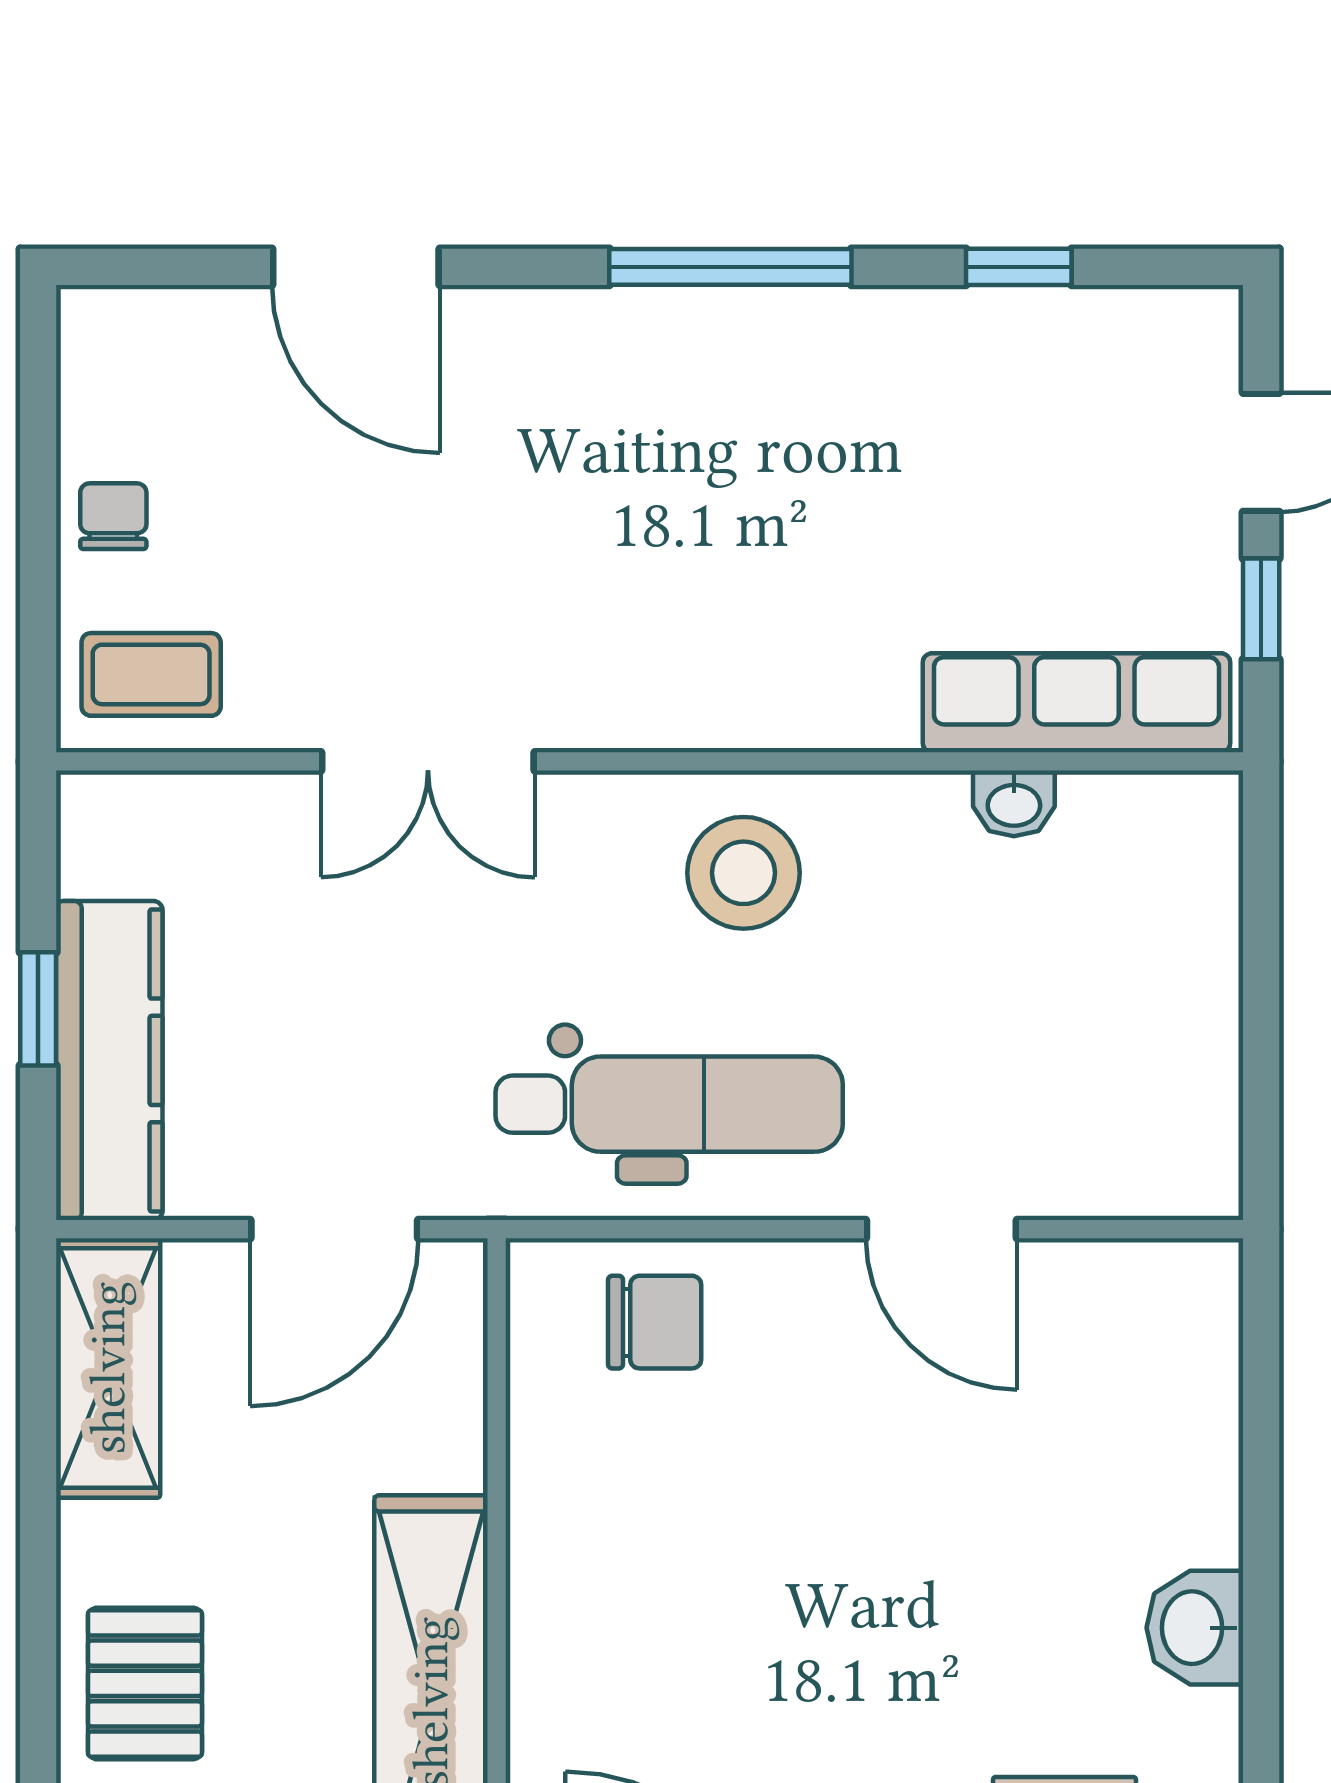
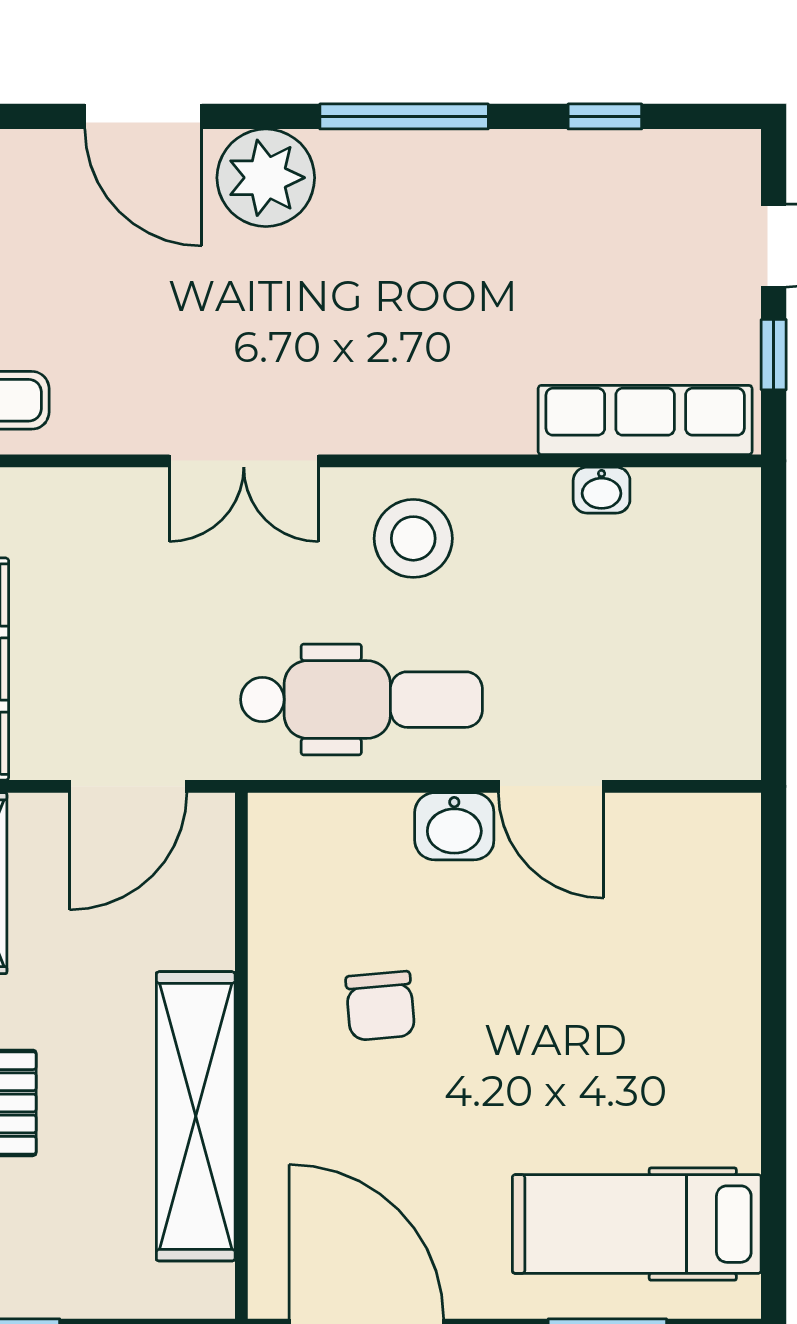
plant: (532, 355) -> (266, 178), added
double door: (428, 761) -> (244, 461), moved
chair: (655, 1322) -> (380, 1006), moved, turned 85
washbasin: (1195, 1628) -> (454, 826), moved, turned -90

